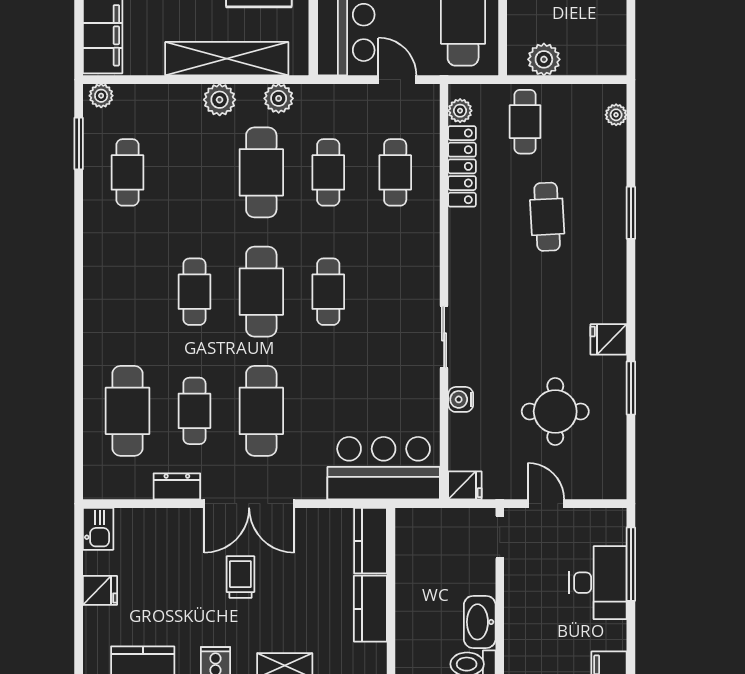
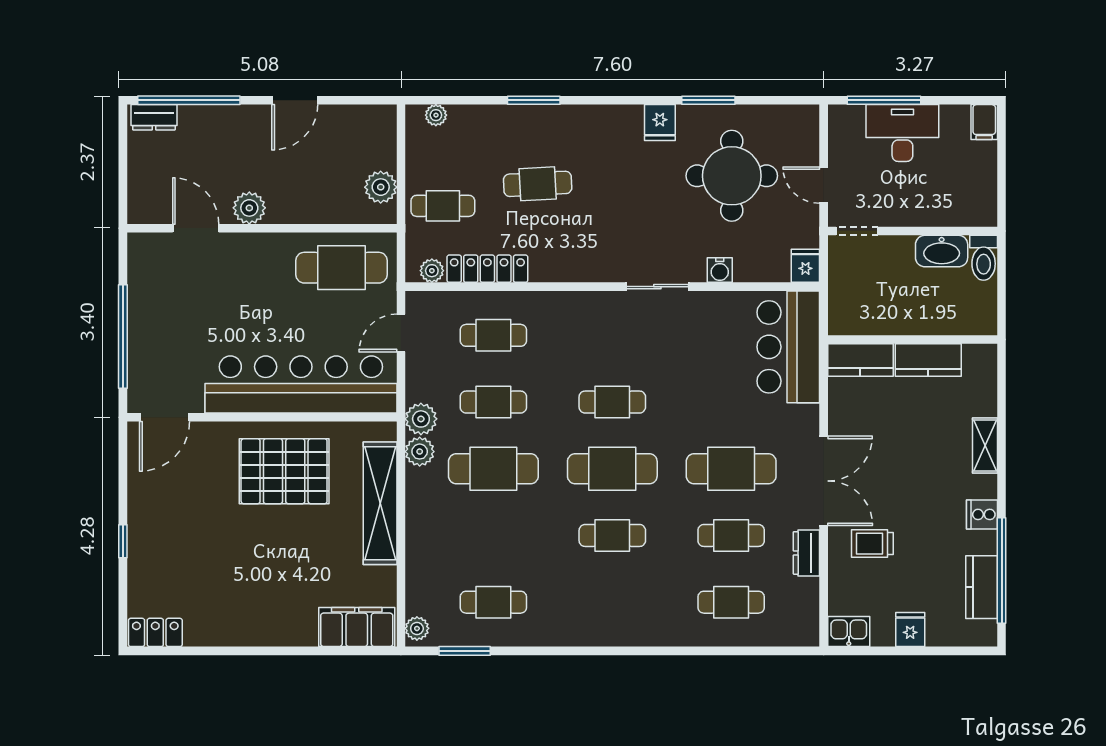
plant: (220, 100) -> (421, 419), moved
cafe table: (127, 411) -> (731, 602), width x0.73, depth x0.74
round table: (555, 411) -> (732, 176), width x1.36, depth x1.36
door: (546, 504) -> (824, 185), hinge flipped
trolley: (240, 577) -> (872, 544), moved

